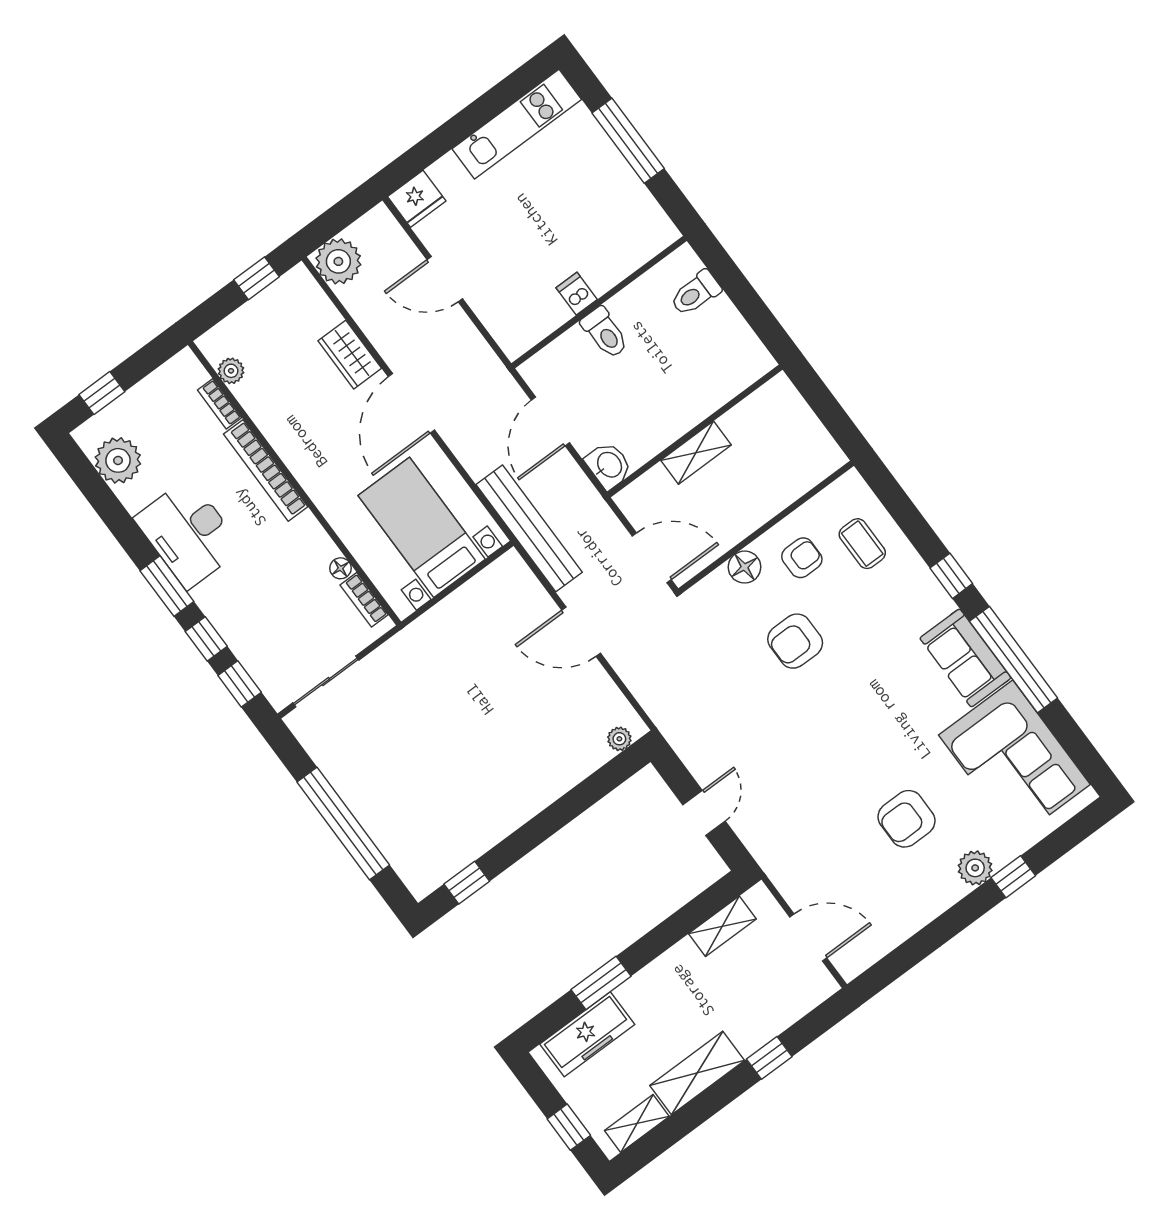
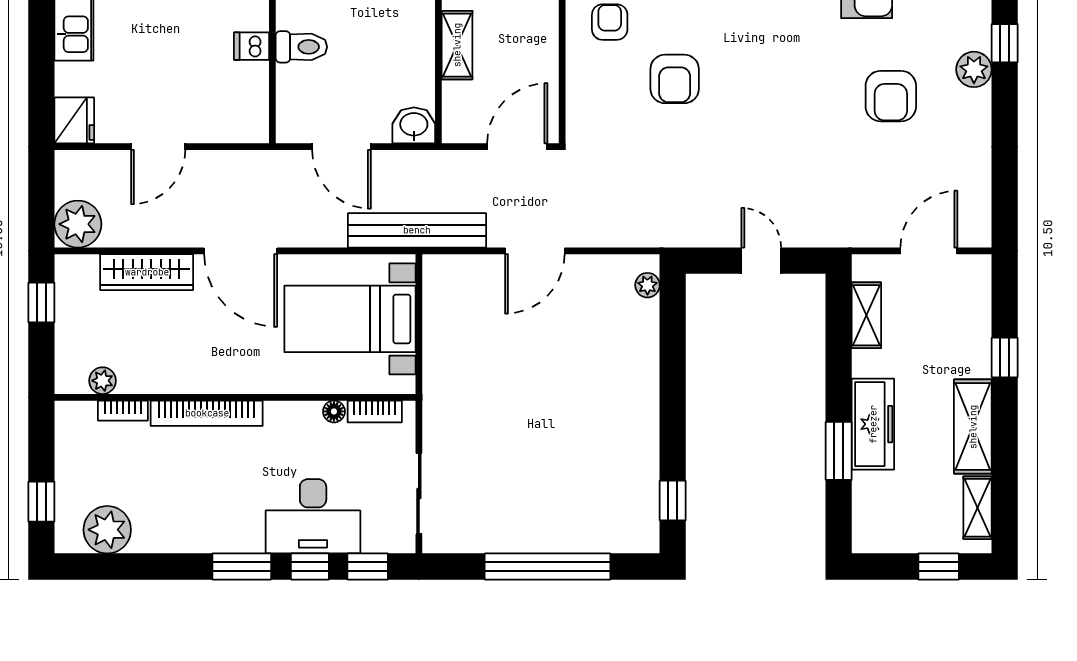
wardrobe: (350, 355) -> (147, 272), width x1.50
desk: (188, 533) -> (313, 516), moved
floor lamp: (744, 567) -> (582, 75), removed
freezer: (587, 1034) -> (873, 424), moved

